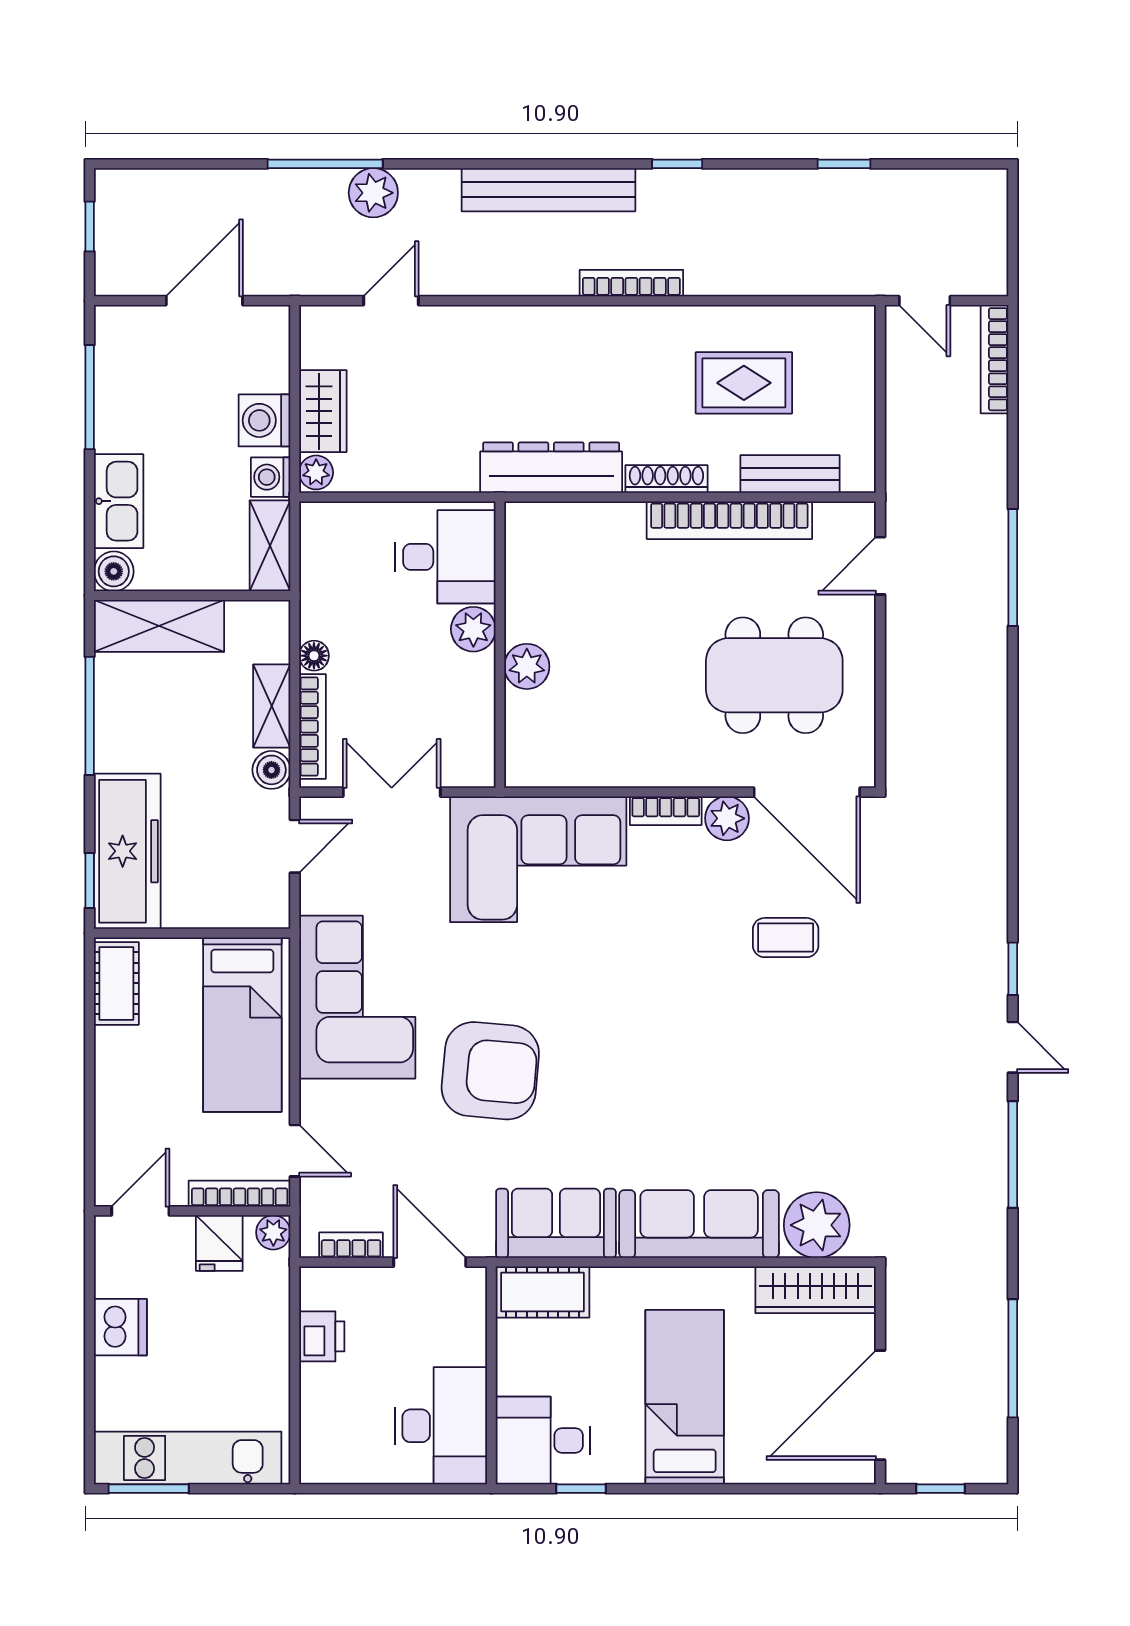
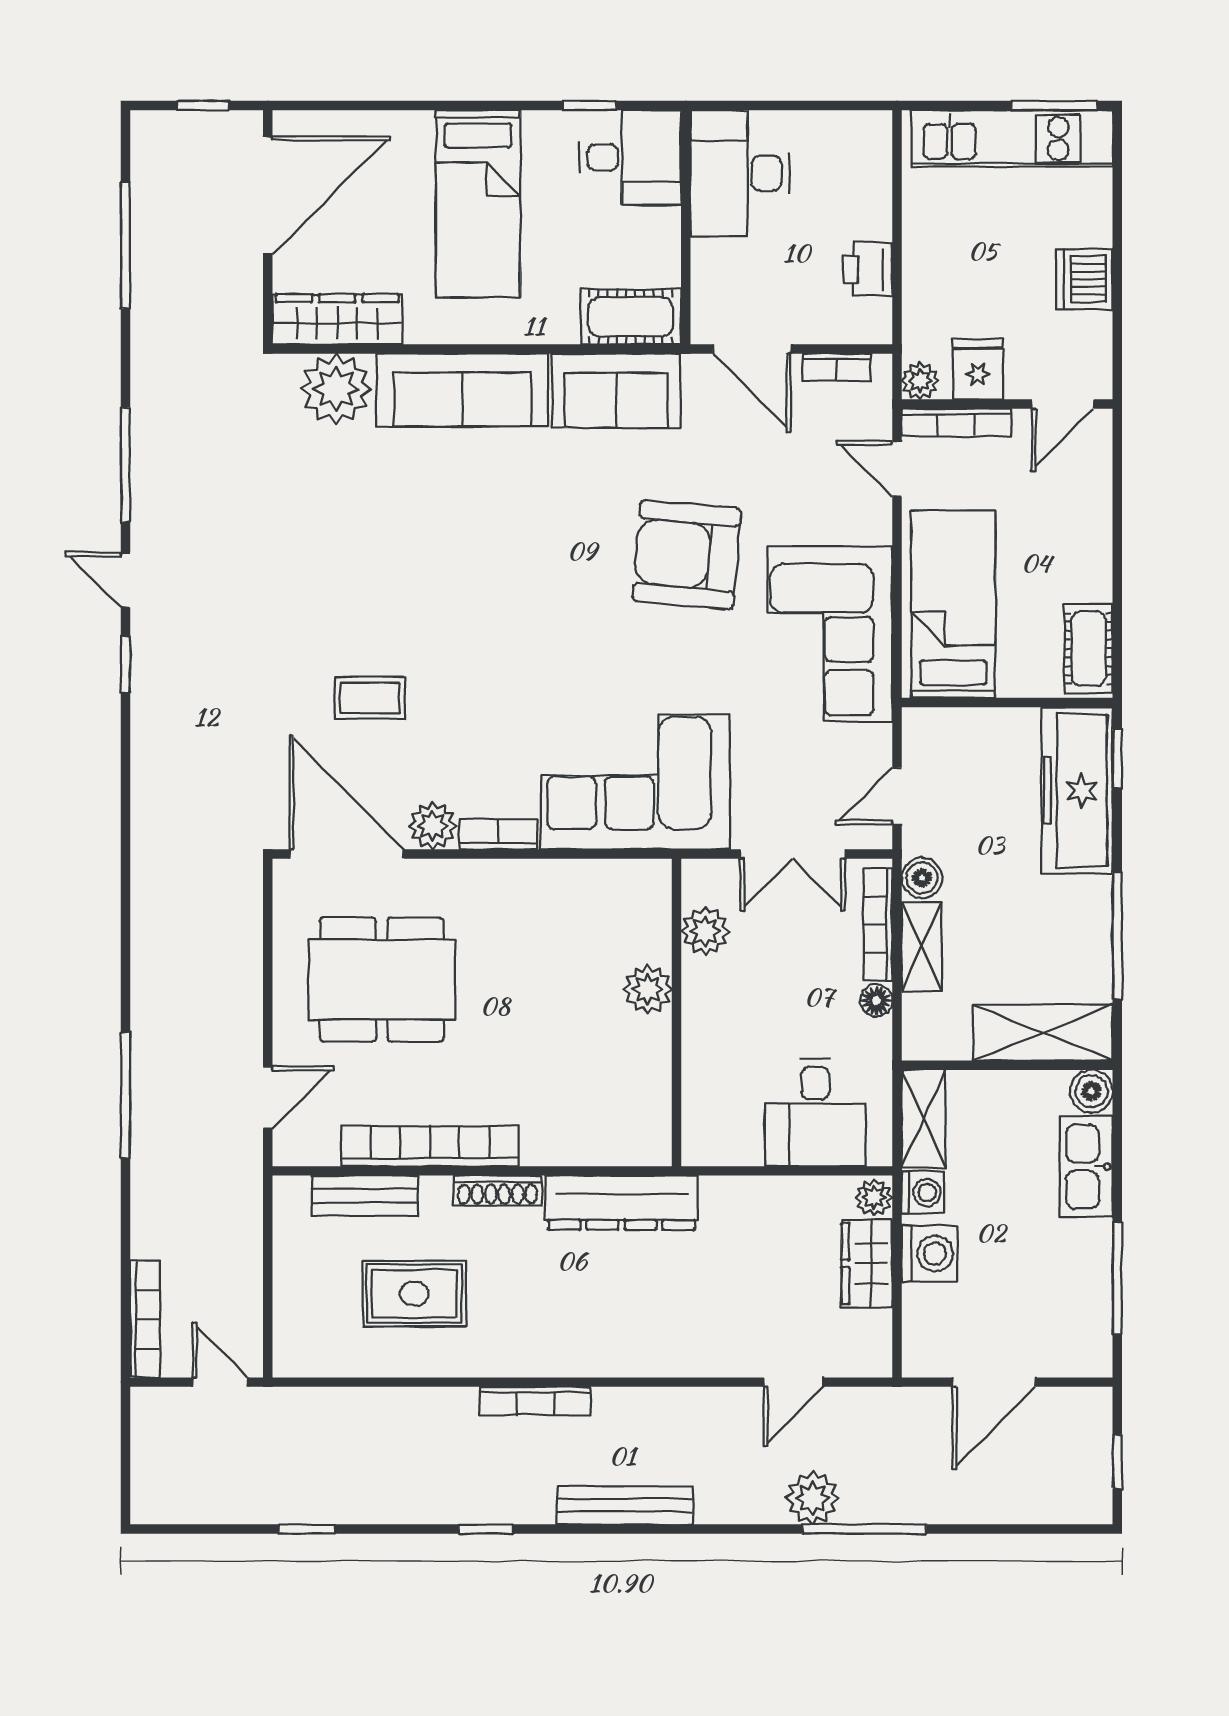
bench: (548, 190) -> (624, 1505), width x0.73, depth x0.82
desk: (445, 557) -> (815, 1112), moved, turned -90
plant: (473, 629) -> (705, 931), moved

